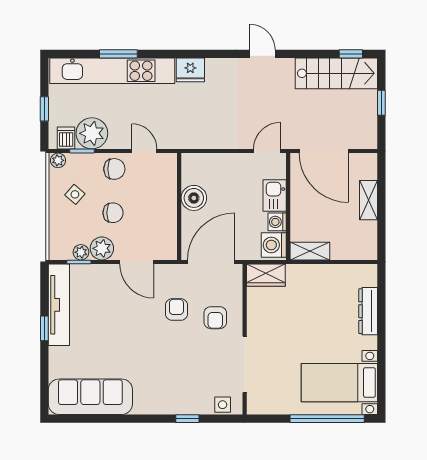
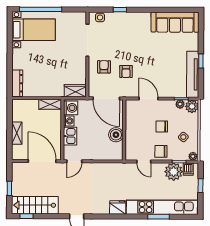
plant: (102, 248) -> (192, 106), moved
door: (211, 262) -> (106, 98), hinge flipped
dresser: (368, 311) -> (17, 83), moved

